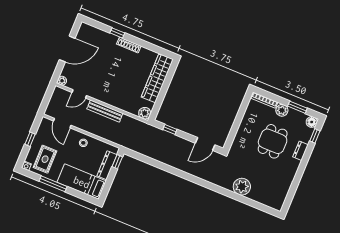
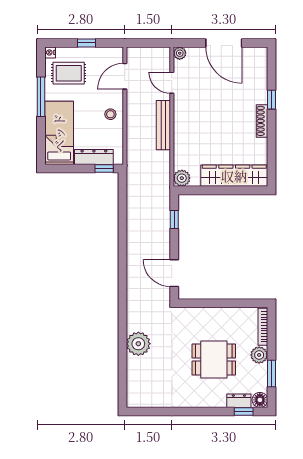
dresser: (300, 151) -> (239, 401), moved

